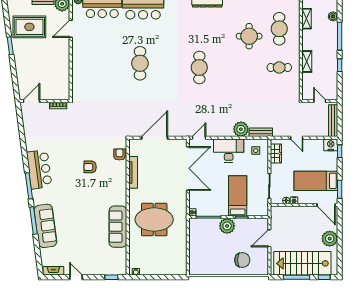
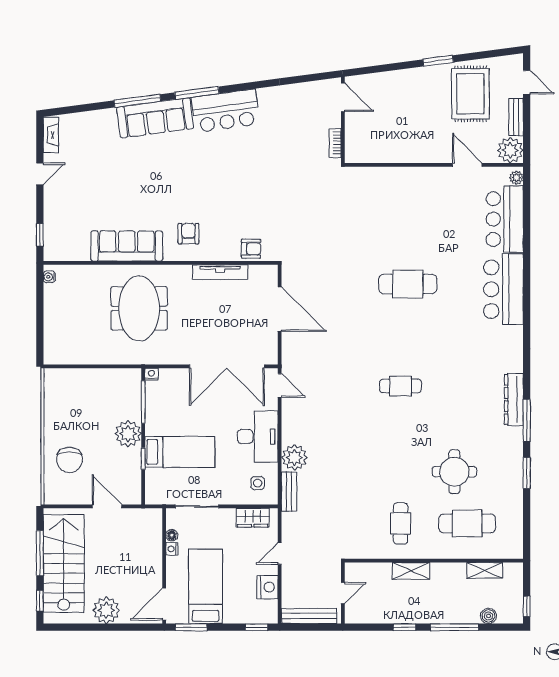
cafe table: (199, 68) -> (401, 386), width x0.73, depth x0.74
nightstand: (331, 145) -> (268, 587), moved
armchair: (90, 167) -> (188, 234), moved
sofa: (45, 226) -> (155, 118), moved

